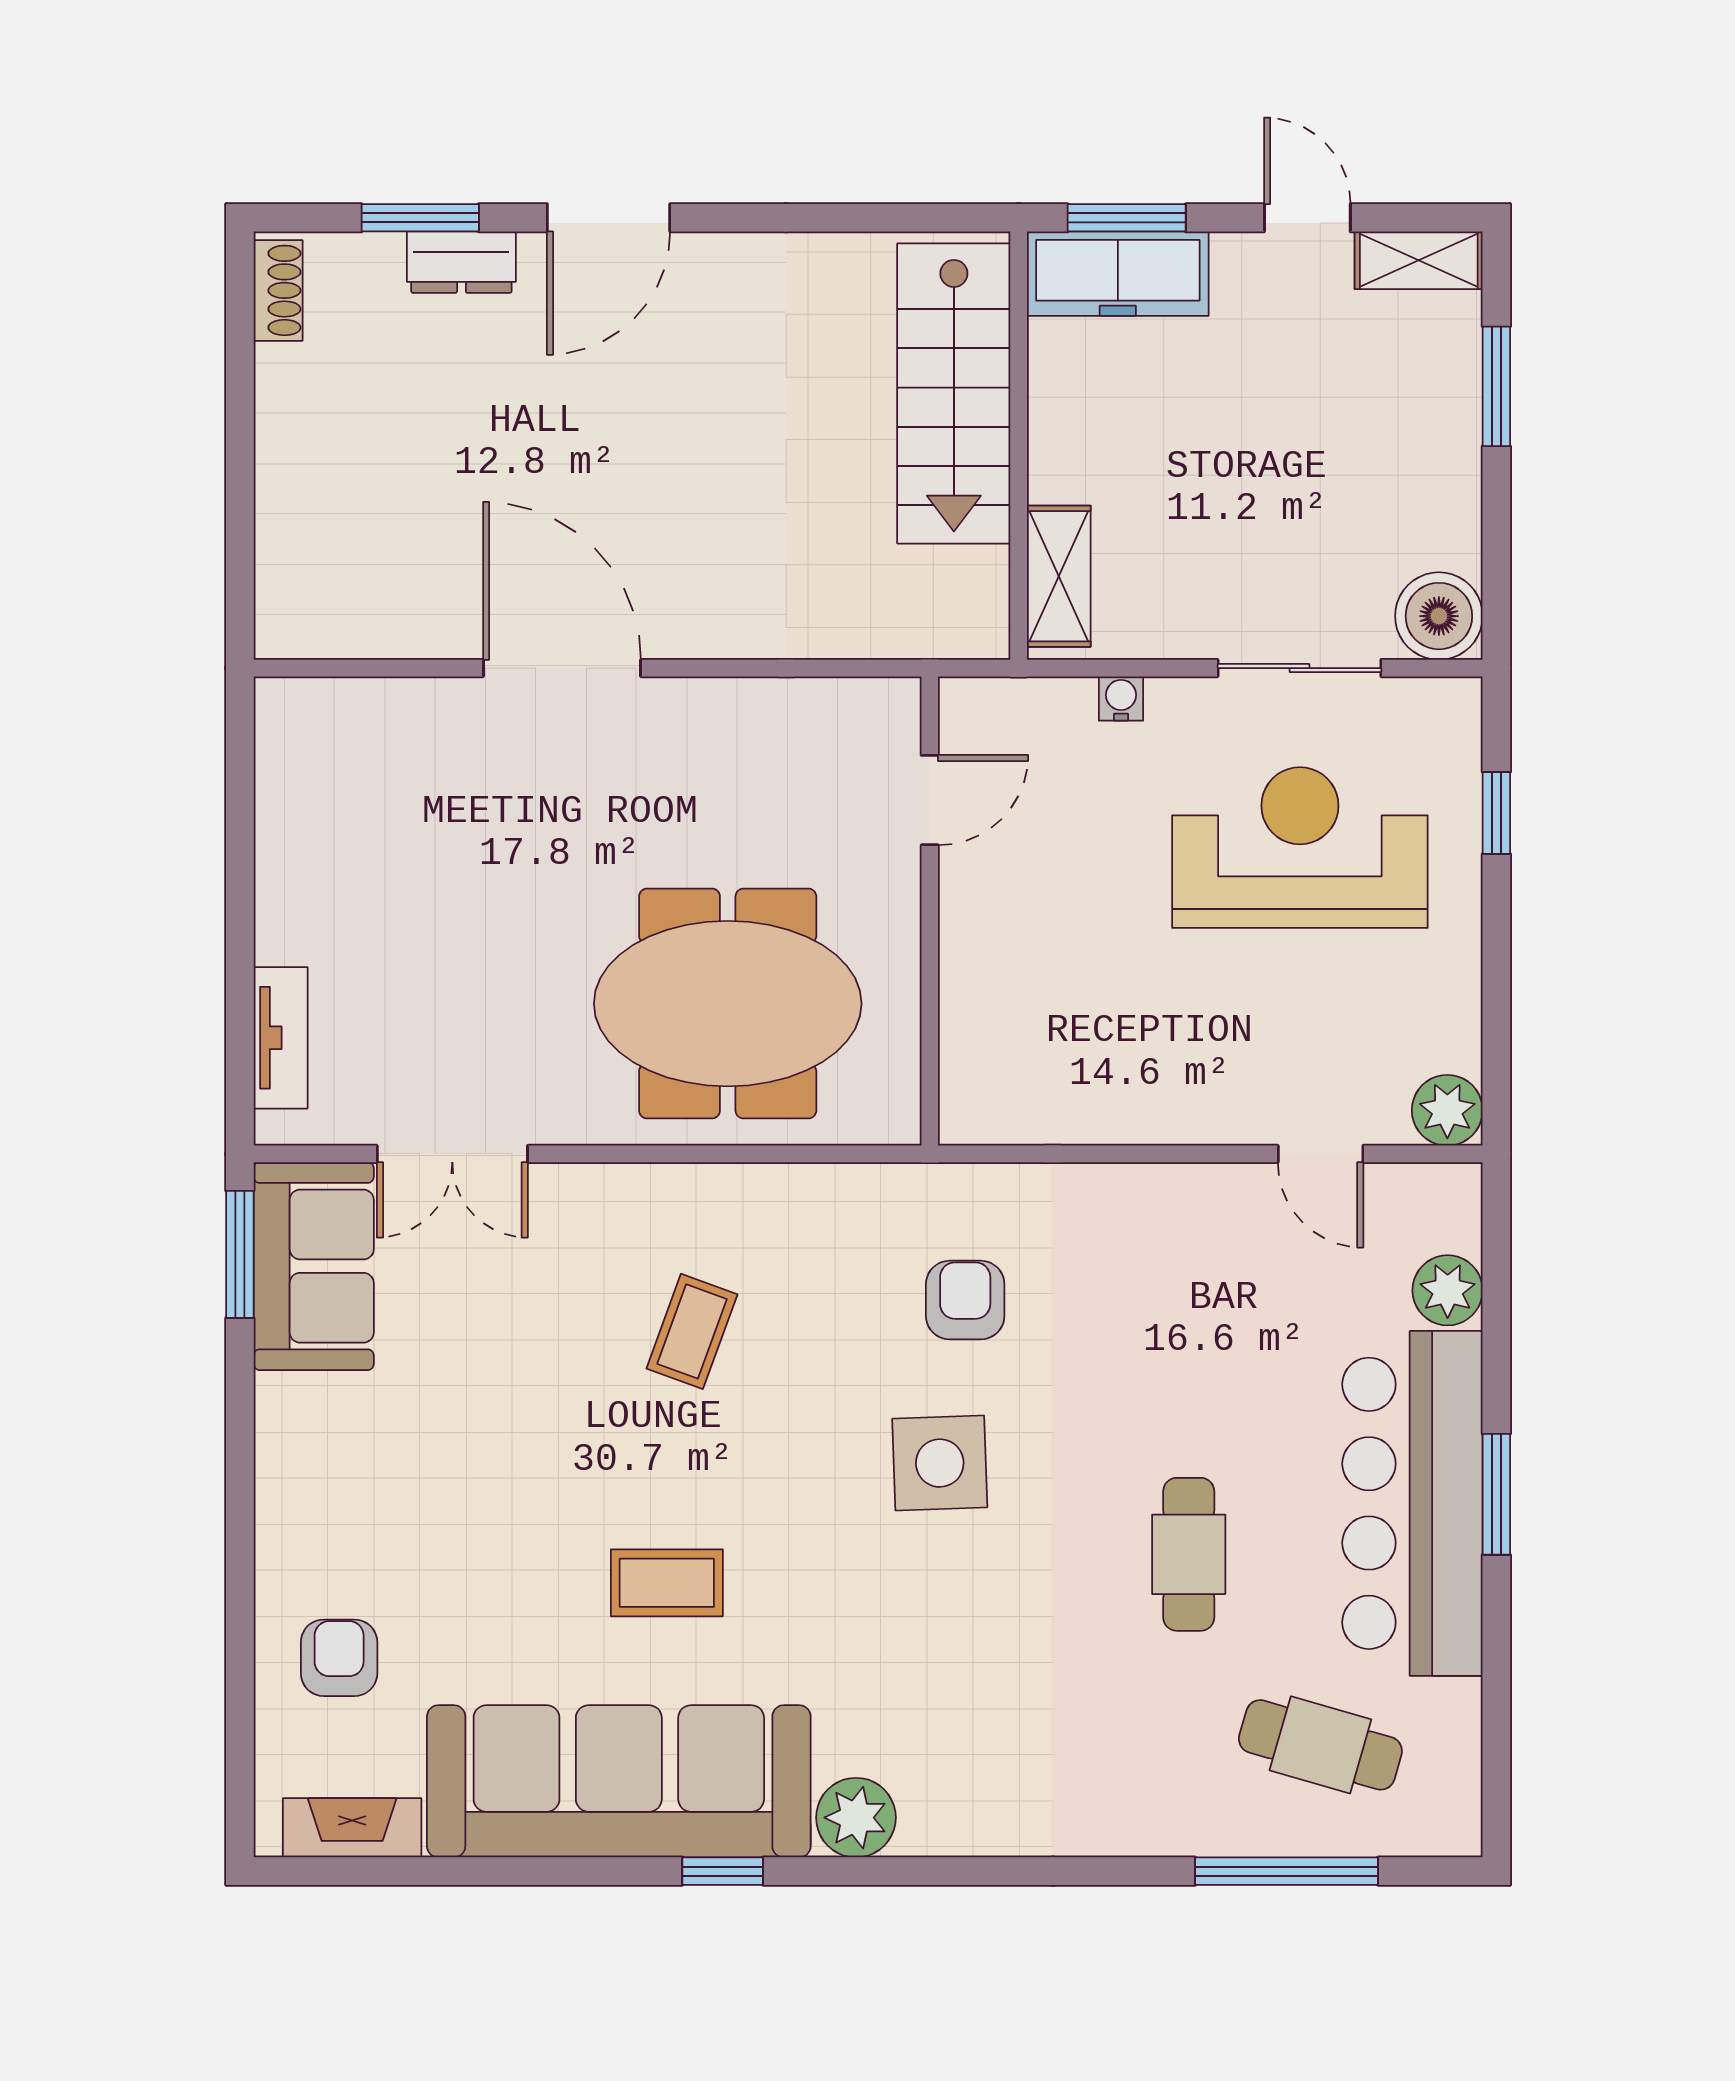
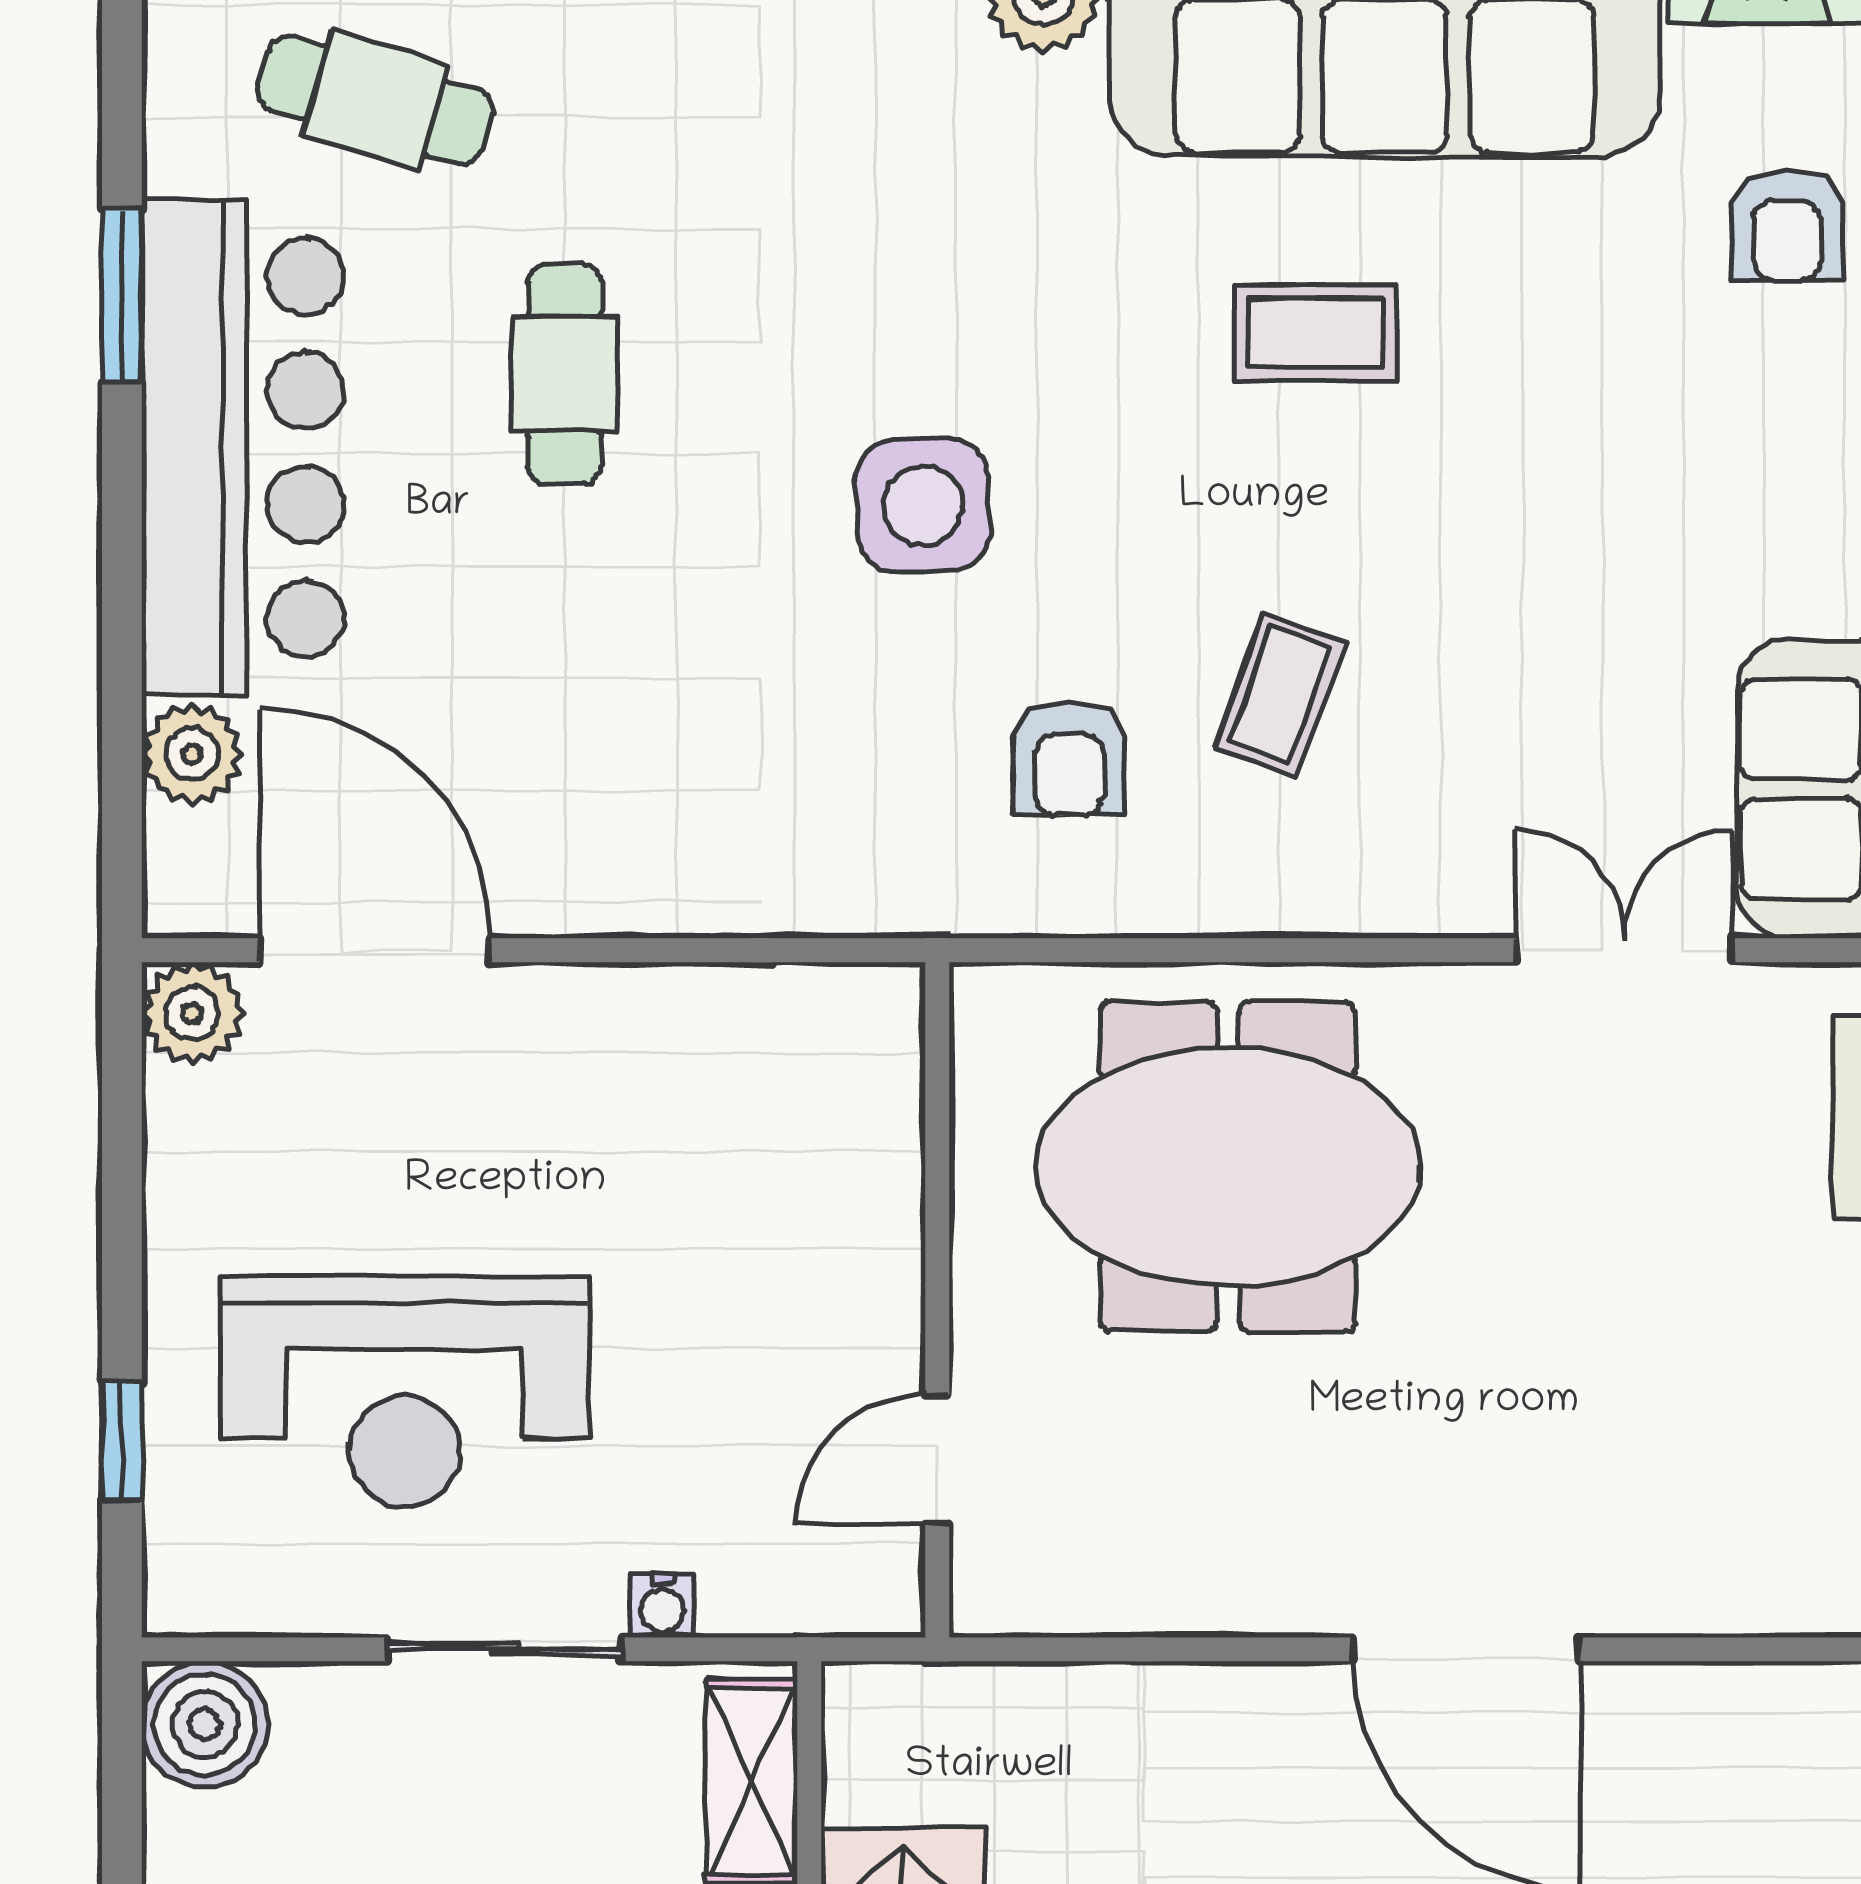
sliding door: (1299, 668) -> (505, 1649), moved
door: (1321, 1154) -> (375, 950), width x1.87
armchair: (965, 1300) -> (1069, 759), moved
window: (1496, 1494) -> (122, 295), moved

